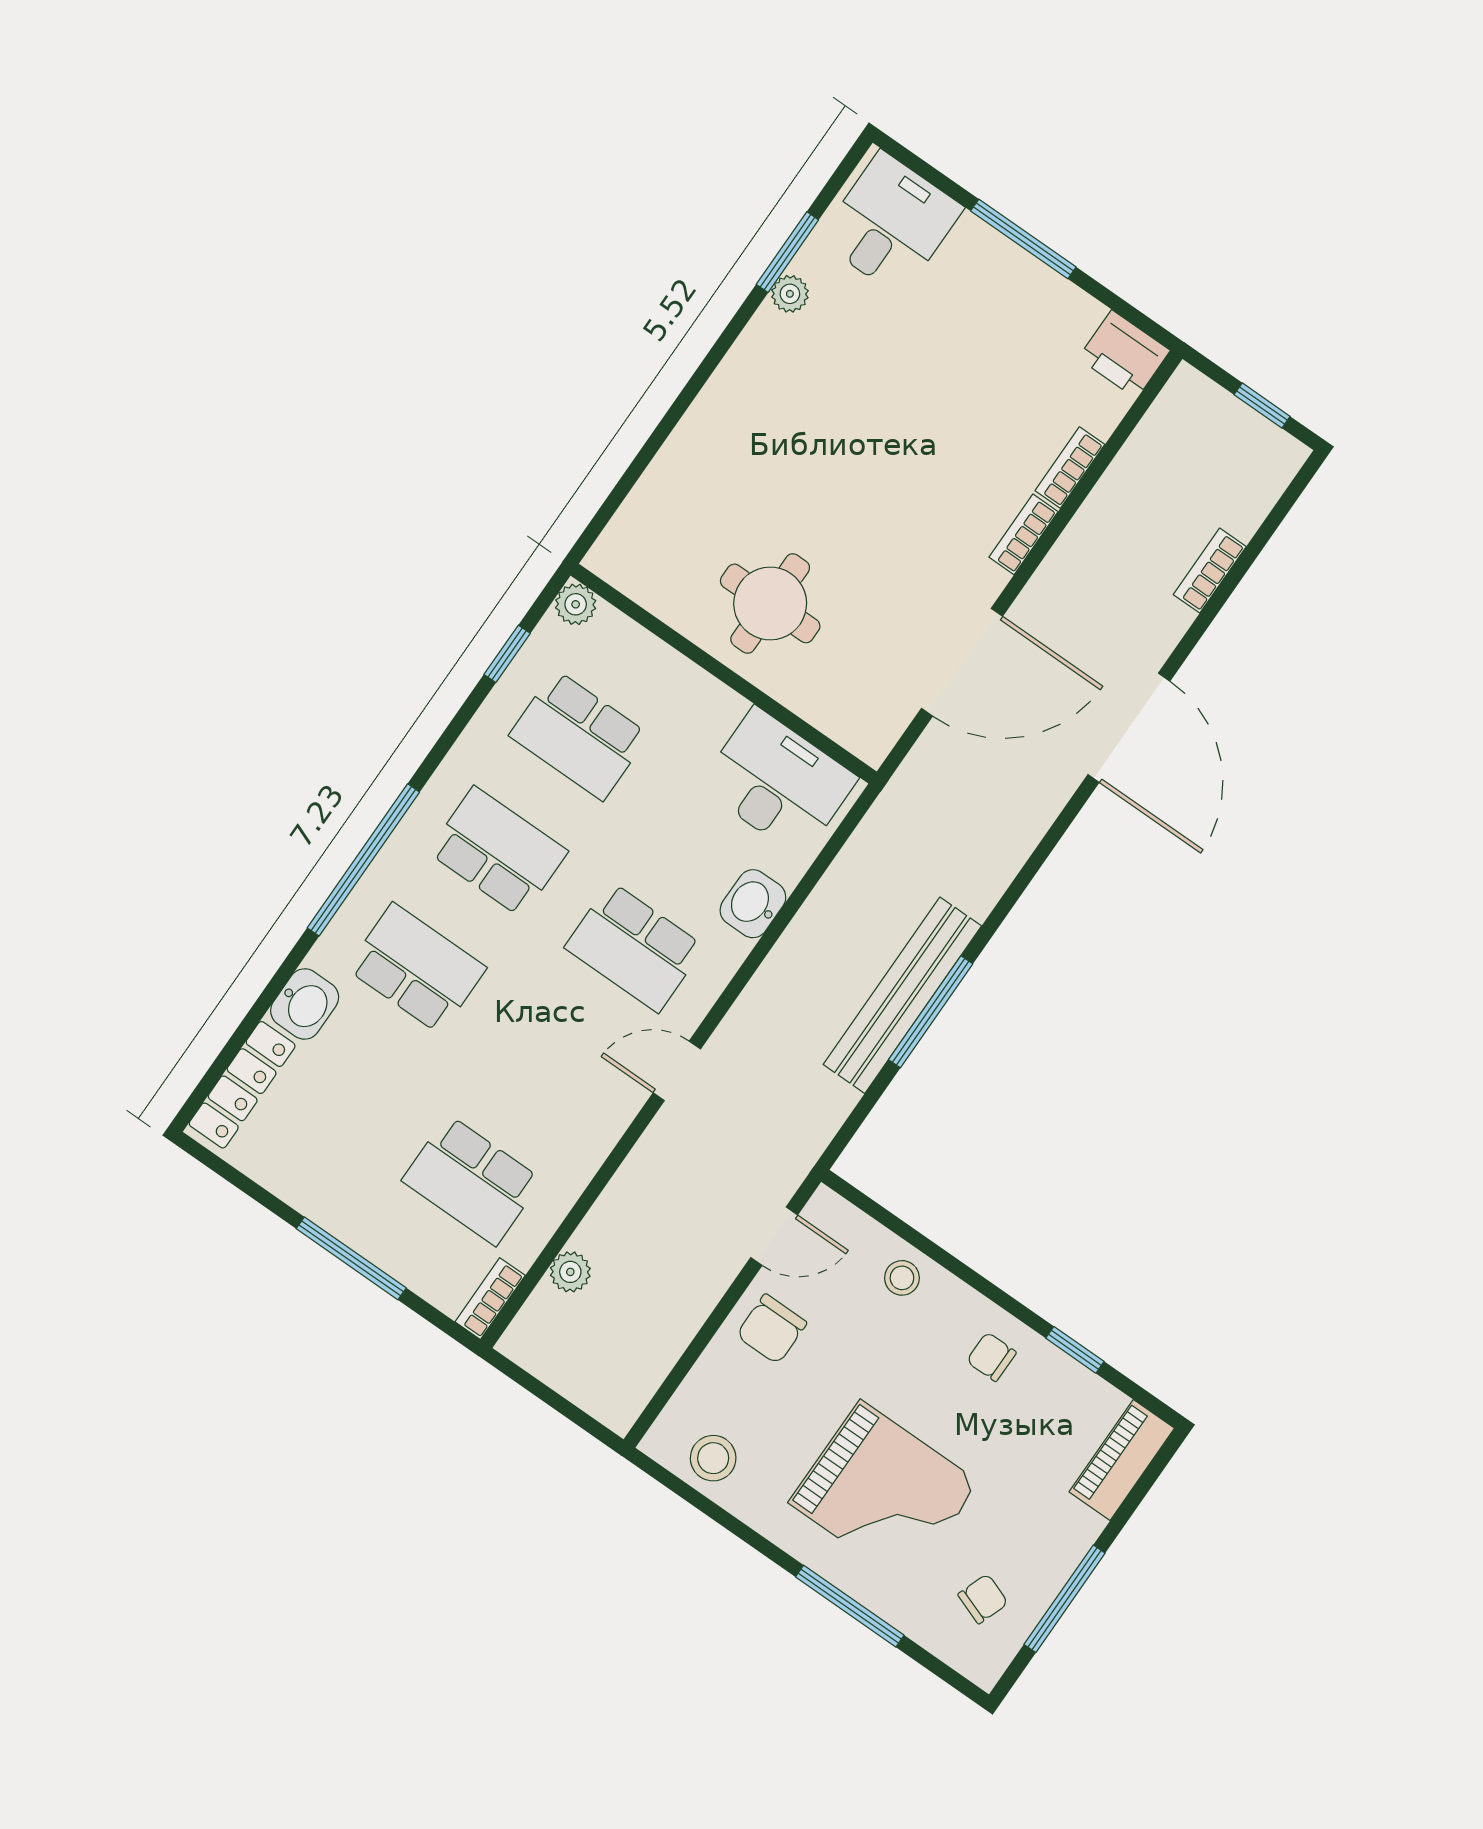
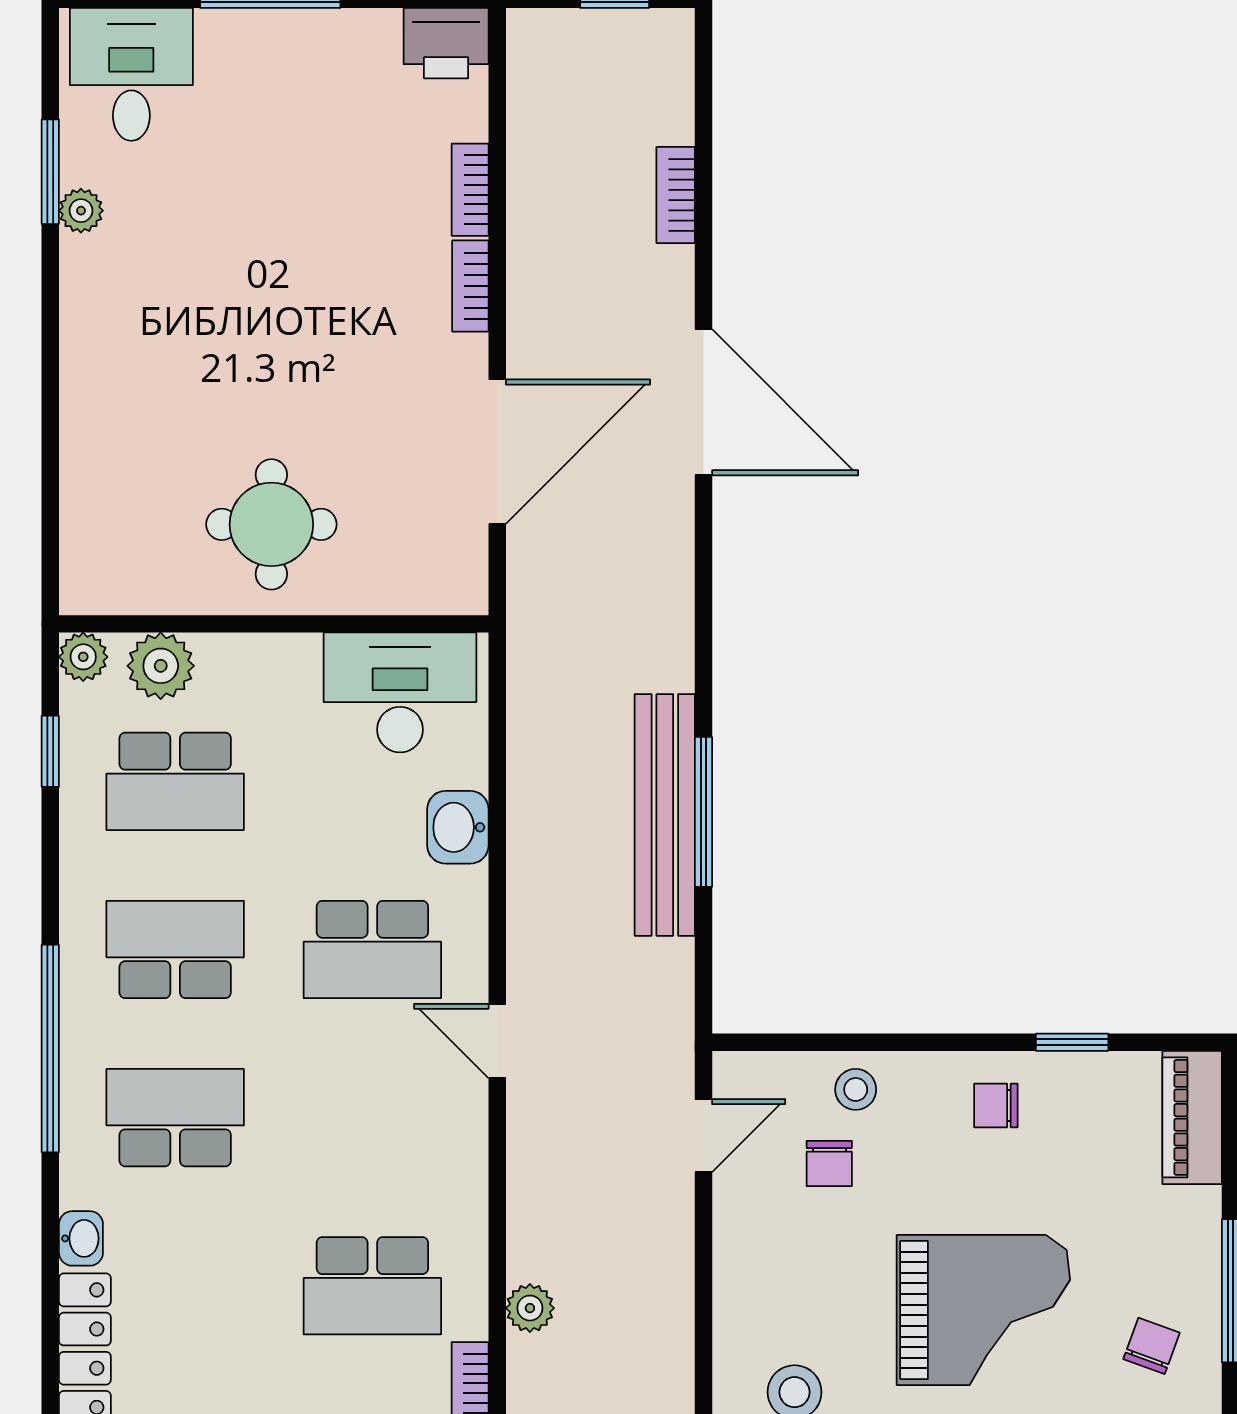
plant: (625, 648) -> (161, 666), added
washbasin: (305, 1004) -> (81, 1238), width x0.72, depth x0.69
door: (677, 1071) -> (497, 1041), hinge flipped
chair: (771, 1329) -> (829, 1164), moved, width x0.73, depth x0.73

